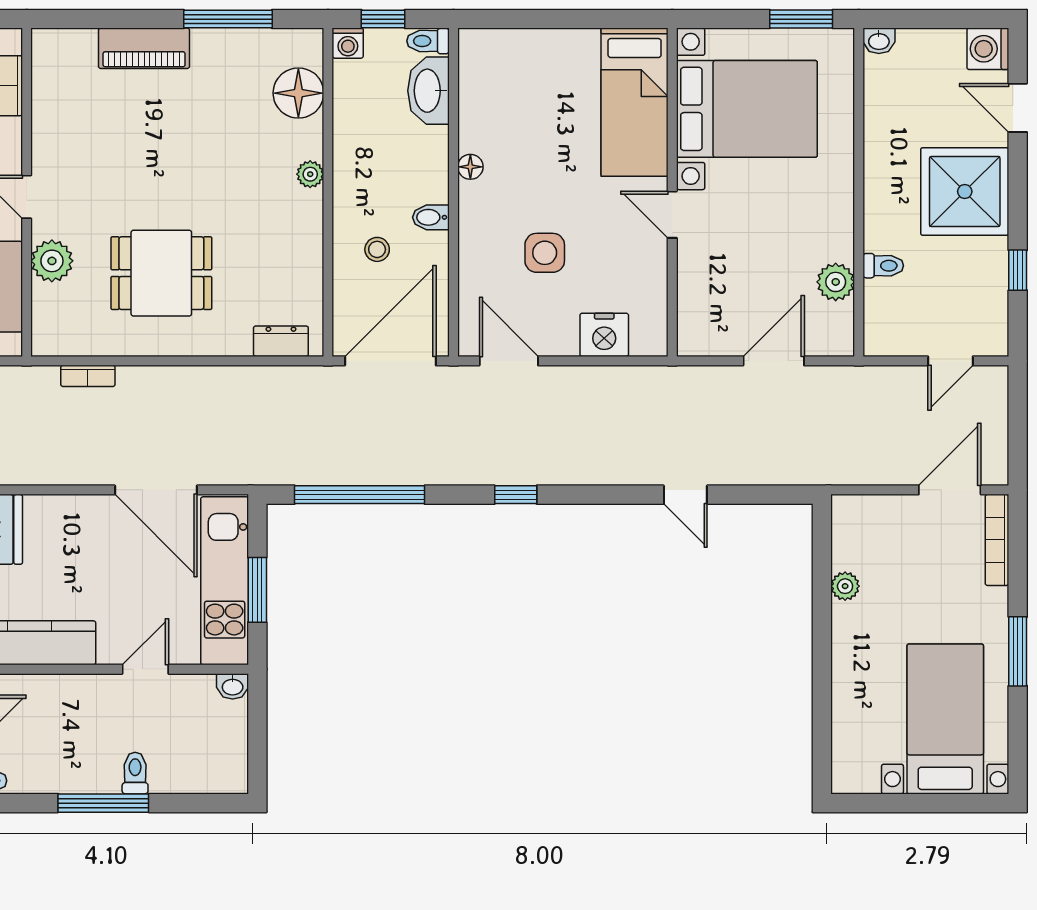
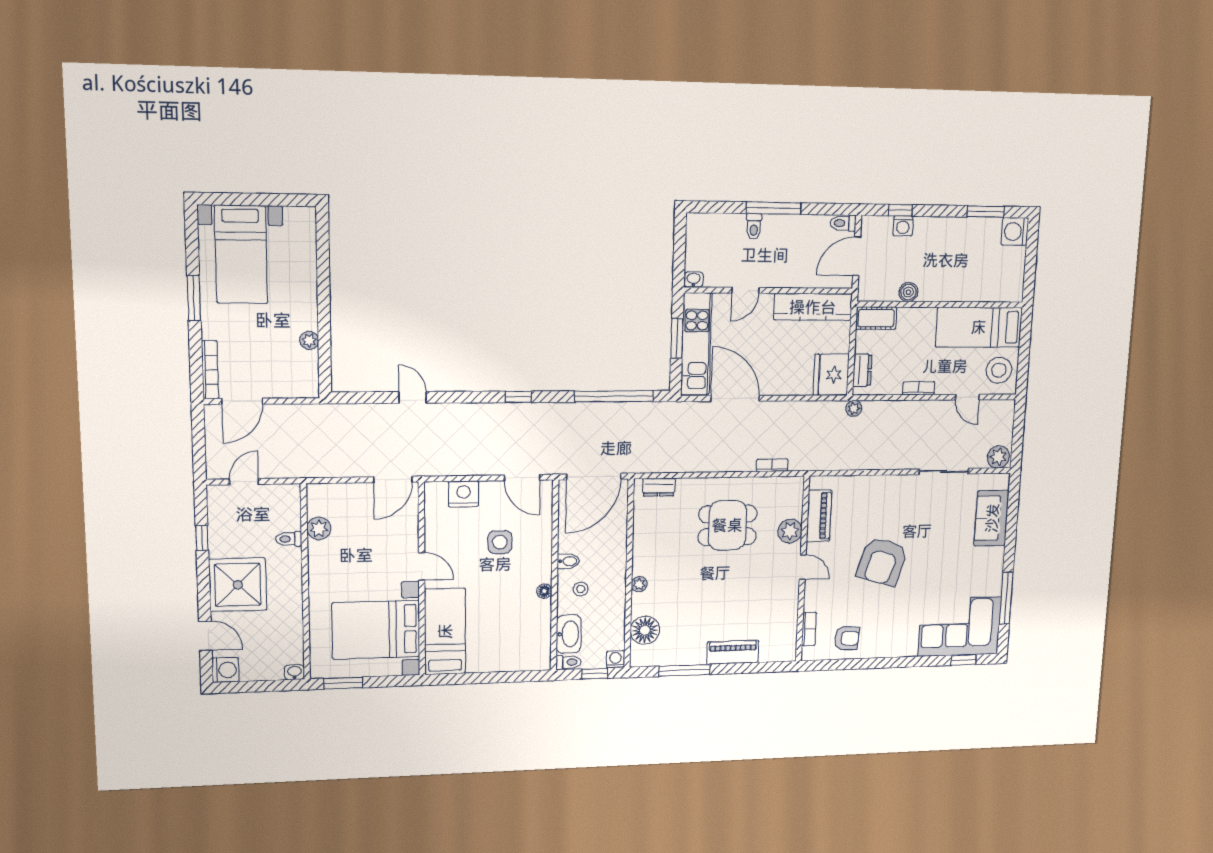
stool: (377, 249) -> (581, 589), moved
door: (774, 361) -> (393, 480), moved

